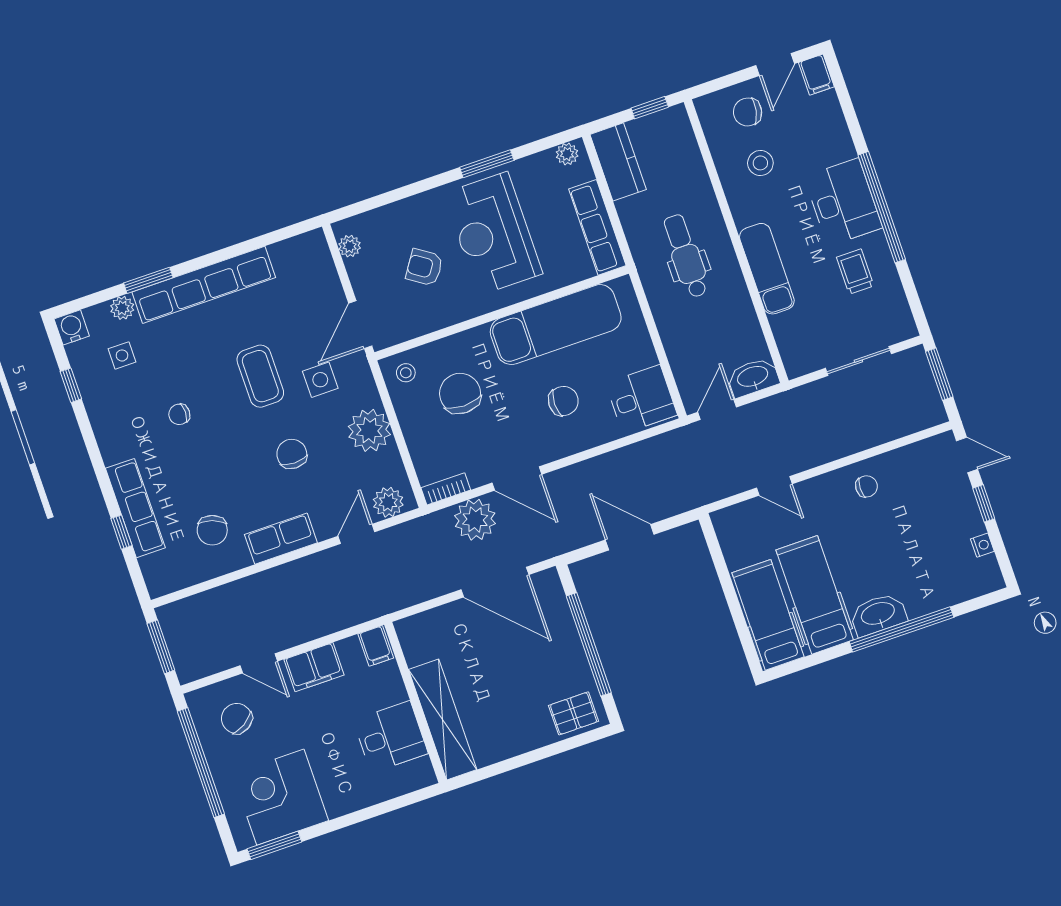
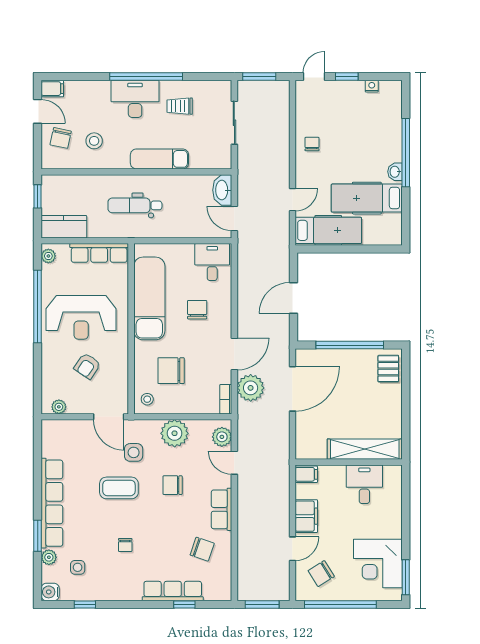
window: (487, 164) -> (38, 307), width x2.11
washbasin: (878, 614) -> (395, 172), width x0.52, depth x0.69
hospital bed: (768, 615) -> (328, 230), moved, turned 180

